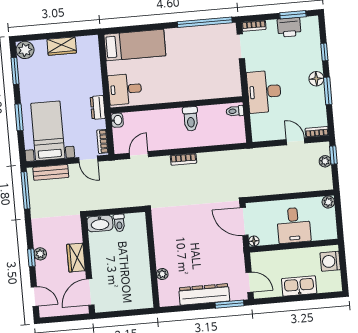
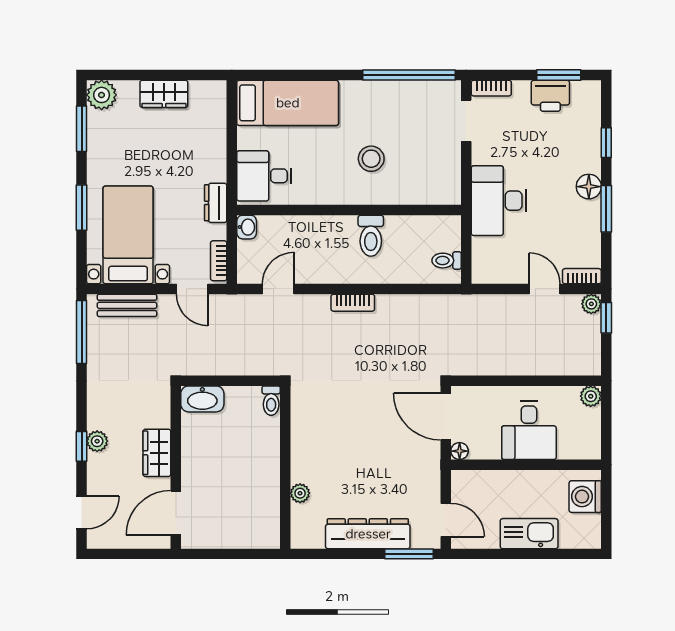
stool: (187, 74) -> (371, 159), added
toilet: (235, 111) -> (447, 261), moved
plant: (325, 161) -> (591, 304), moved
toilet: (119, 223) -> (271, 401), moved
door: (35, 297) -> (82, 512), hinge flipped

